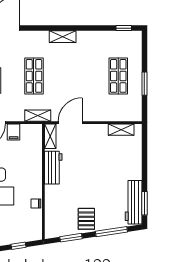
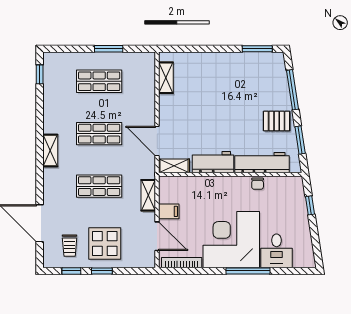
shop shelf: (76, 76) -> (99, 134), added
shelving: (38, 116) -> (148, 195), moved
workbench: (134, 202) -> (262, 163), moved, turned 180

